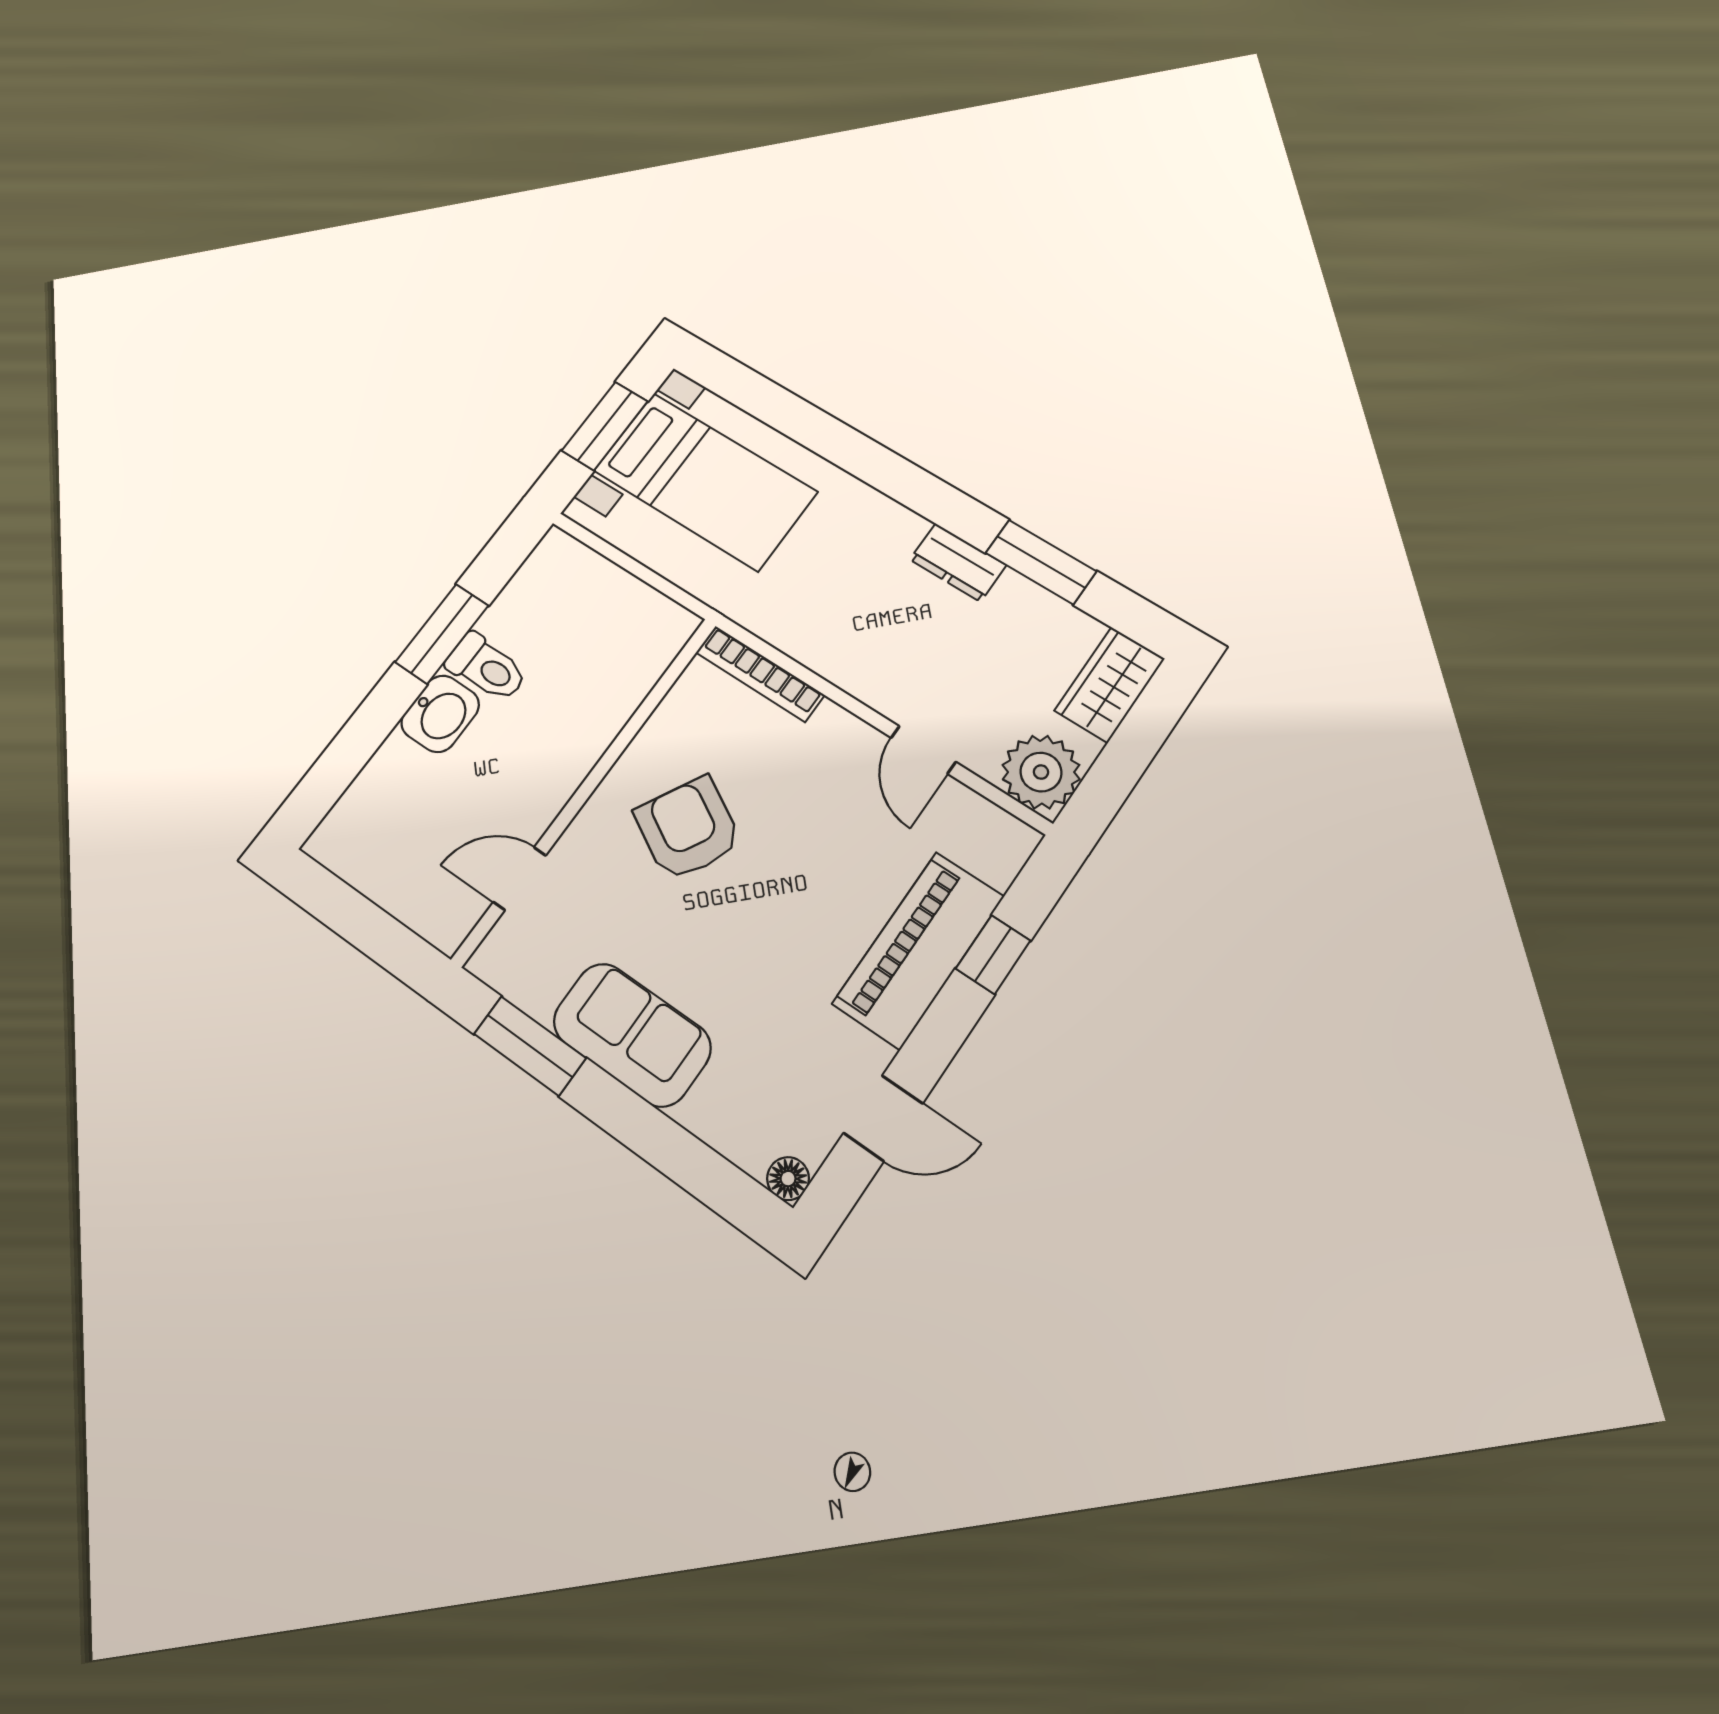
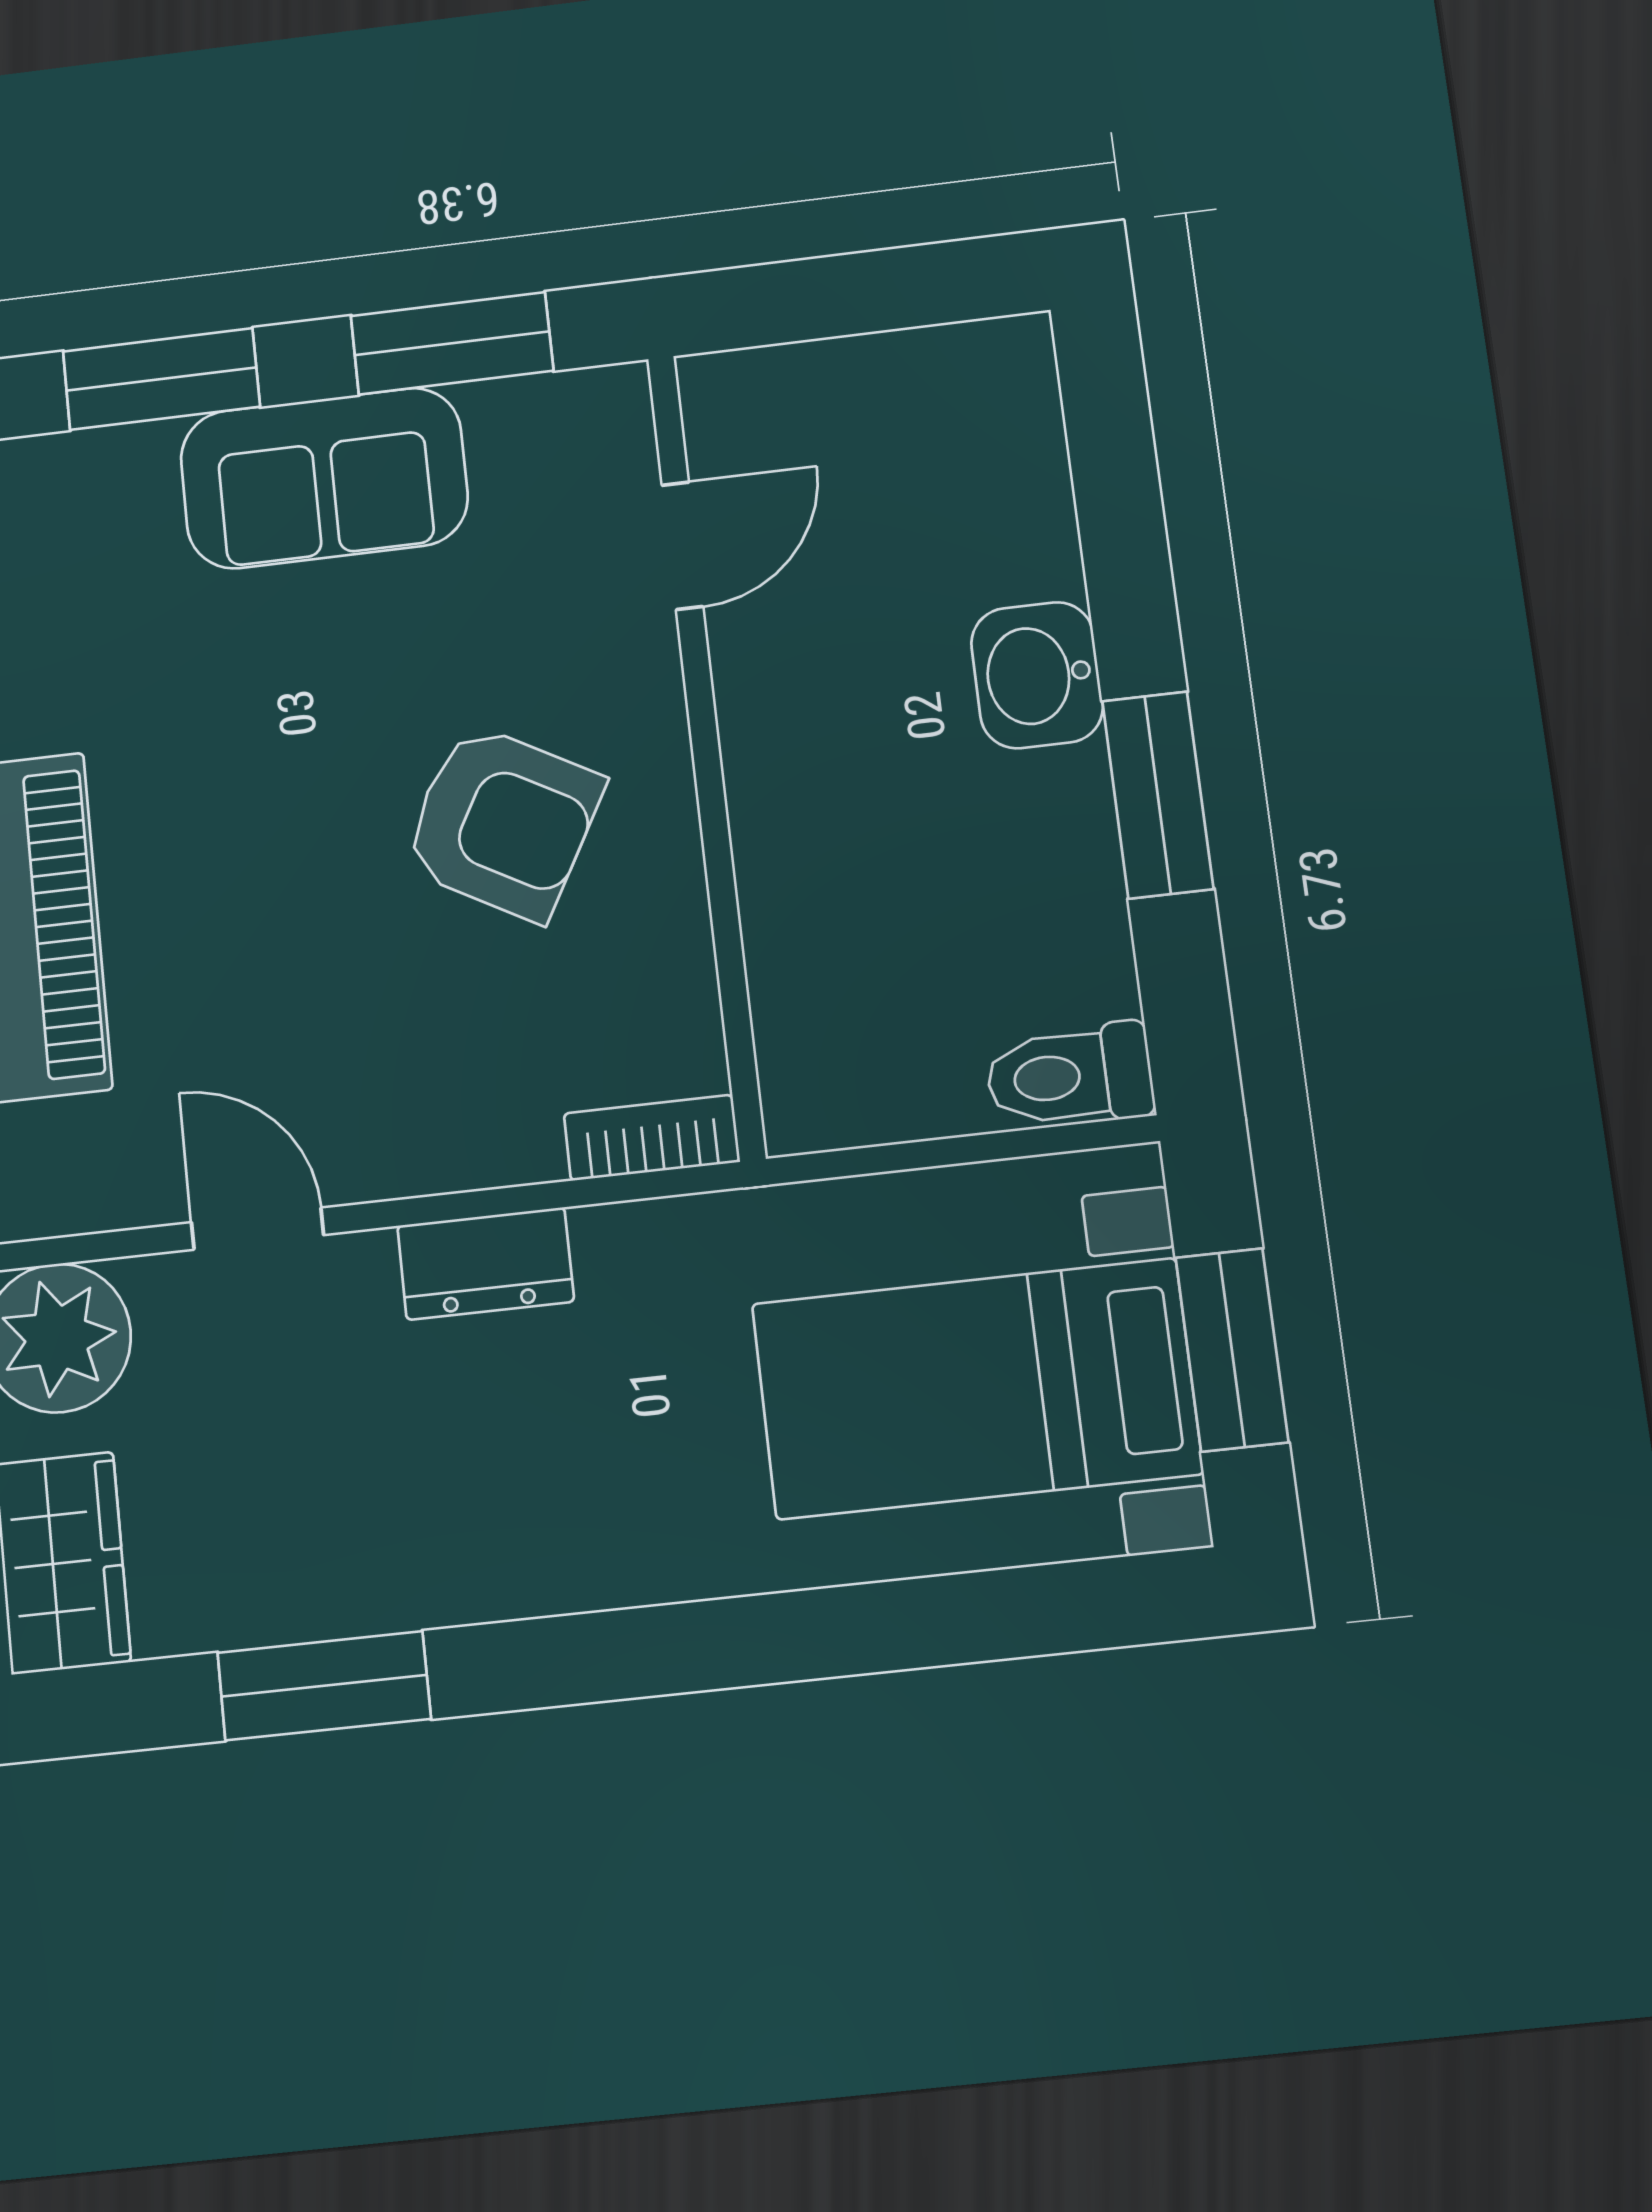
dresser: (958, 562) -> (486, 1264), moved, turned 180
toilet: (487, 668) -> (1070, 1076), moved
bookcase: (760, 674) -> (652, 1138), width x0.64
window: (660, 1141) -> (161, 379), added

